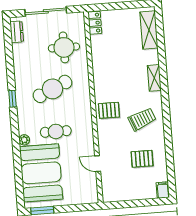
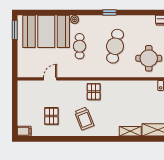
shelving: (154, 78) -> (130, 131), moved
cafe table: (53, 89) -> (115, 46), turned 36

